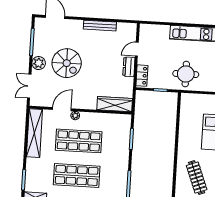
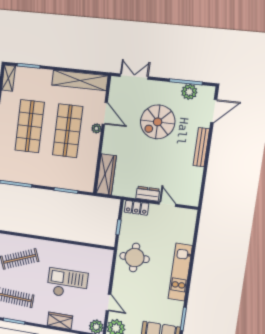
bench: (100, 26) -> (201, 147), moved
plant: (39, 63) -> (189, 92), moved

